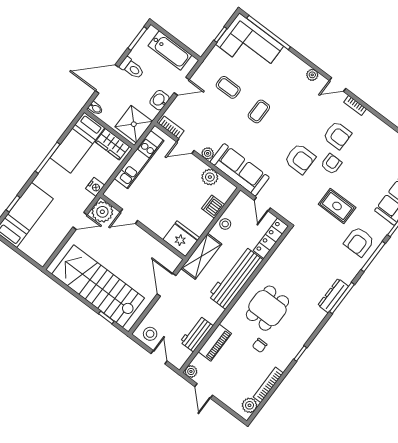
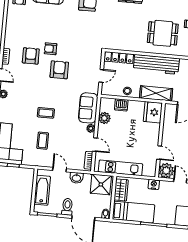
sofa: (240, 170) -> (88, 108), width x0.73
rug: (337, 206) -> (74, 29), removed

